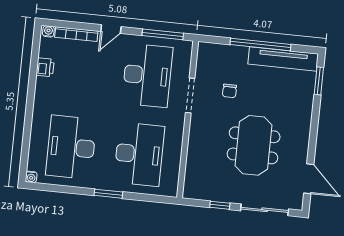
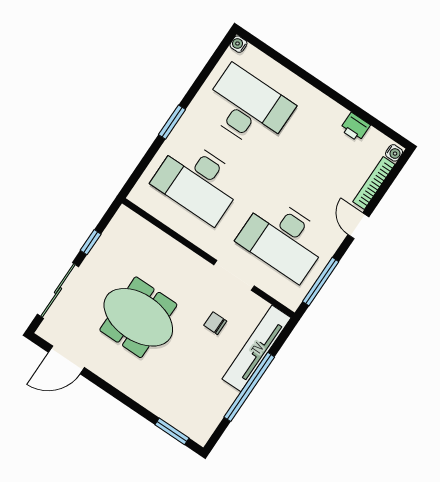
tv unit: (283, 59) -> (257, 348), moved

